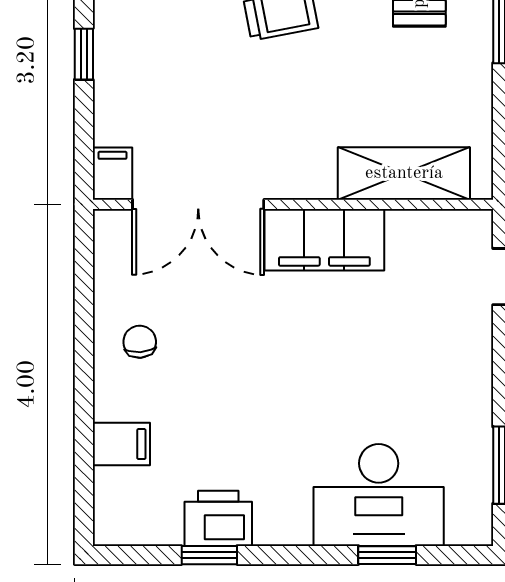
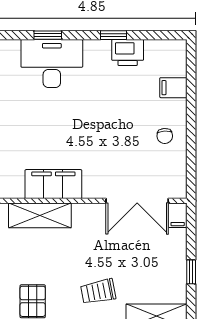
double door: (198, 204) -> (137, 201), swing flipped
filing cabinet: (324, 240) -> (53, 184), moved
window: (209, 555) -> (114, 35), moved

